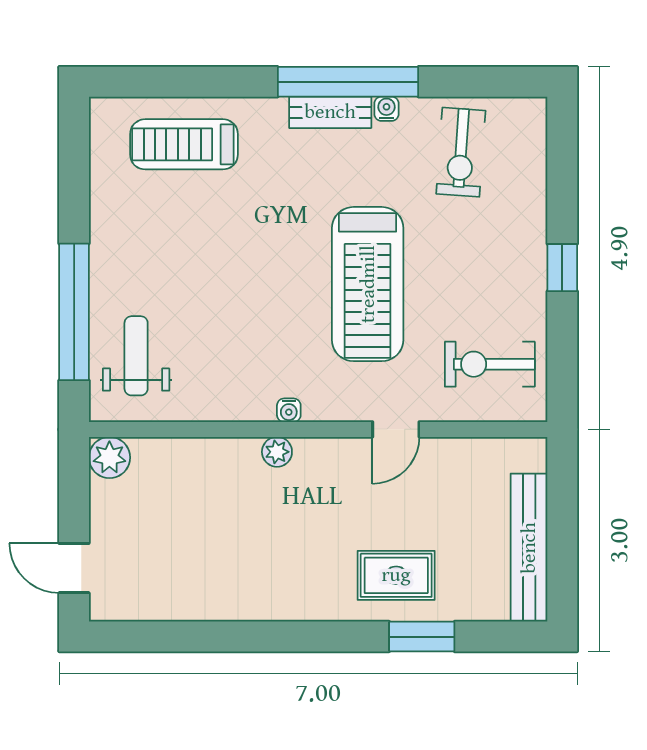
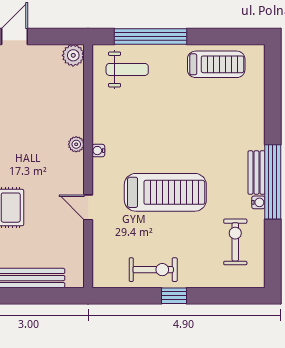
treadmill: (184, 144) -> (216, 64), moved, turned 90
exercise bike: (461, 152) -> (235, 242), turned 86
treadmill: (368, 284) -> (165, 192), turned 180
exercise bike: (490, 364) -> (153, 270), moved, turned 90

